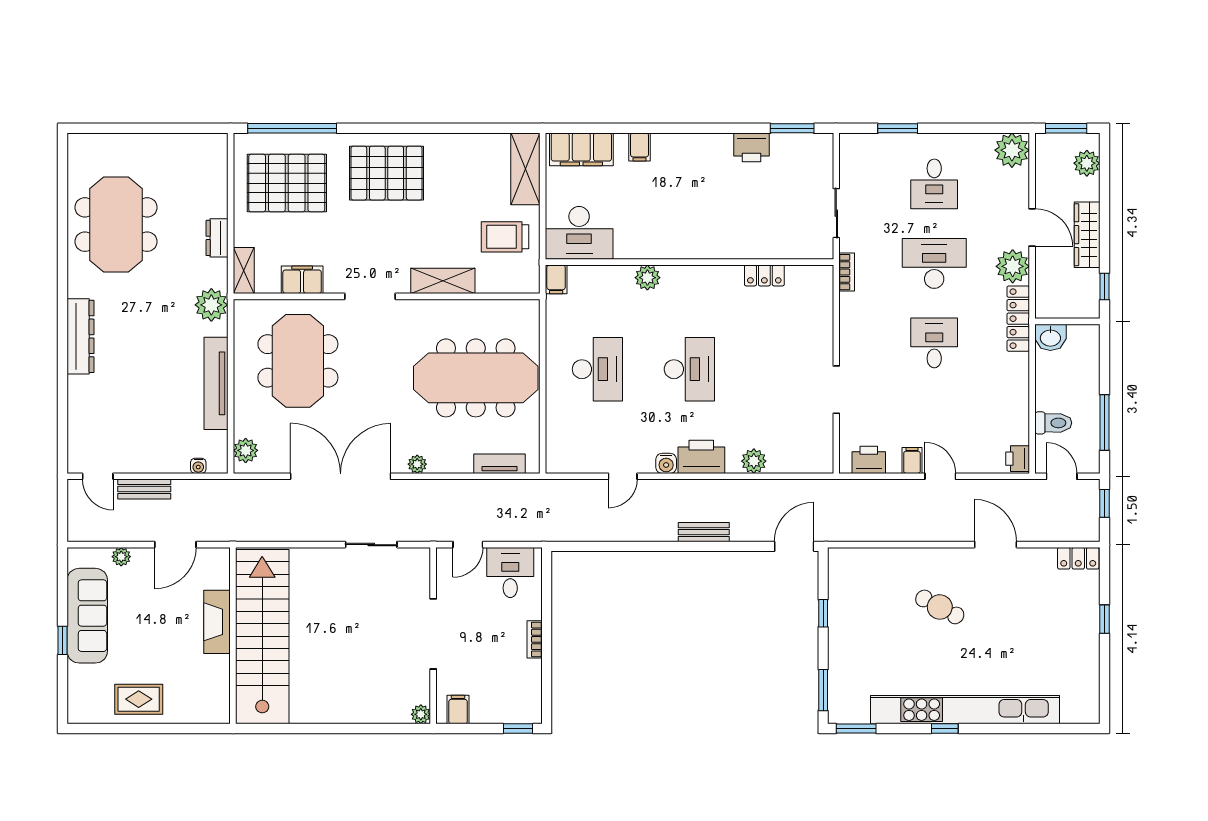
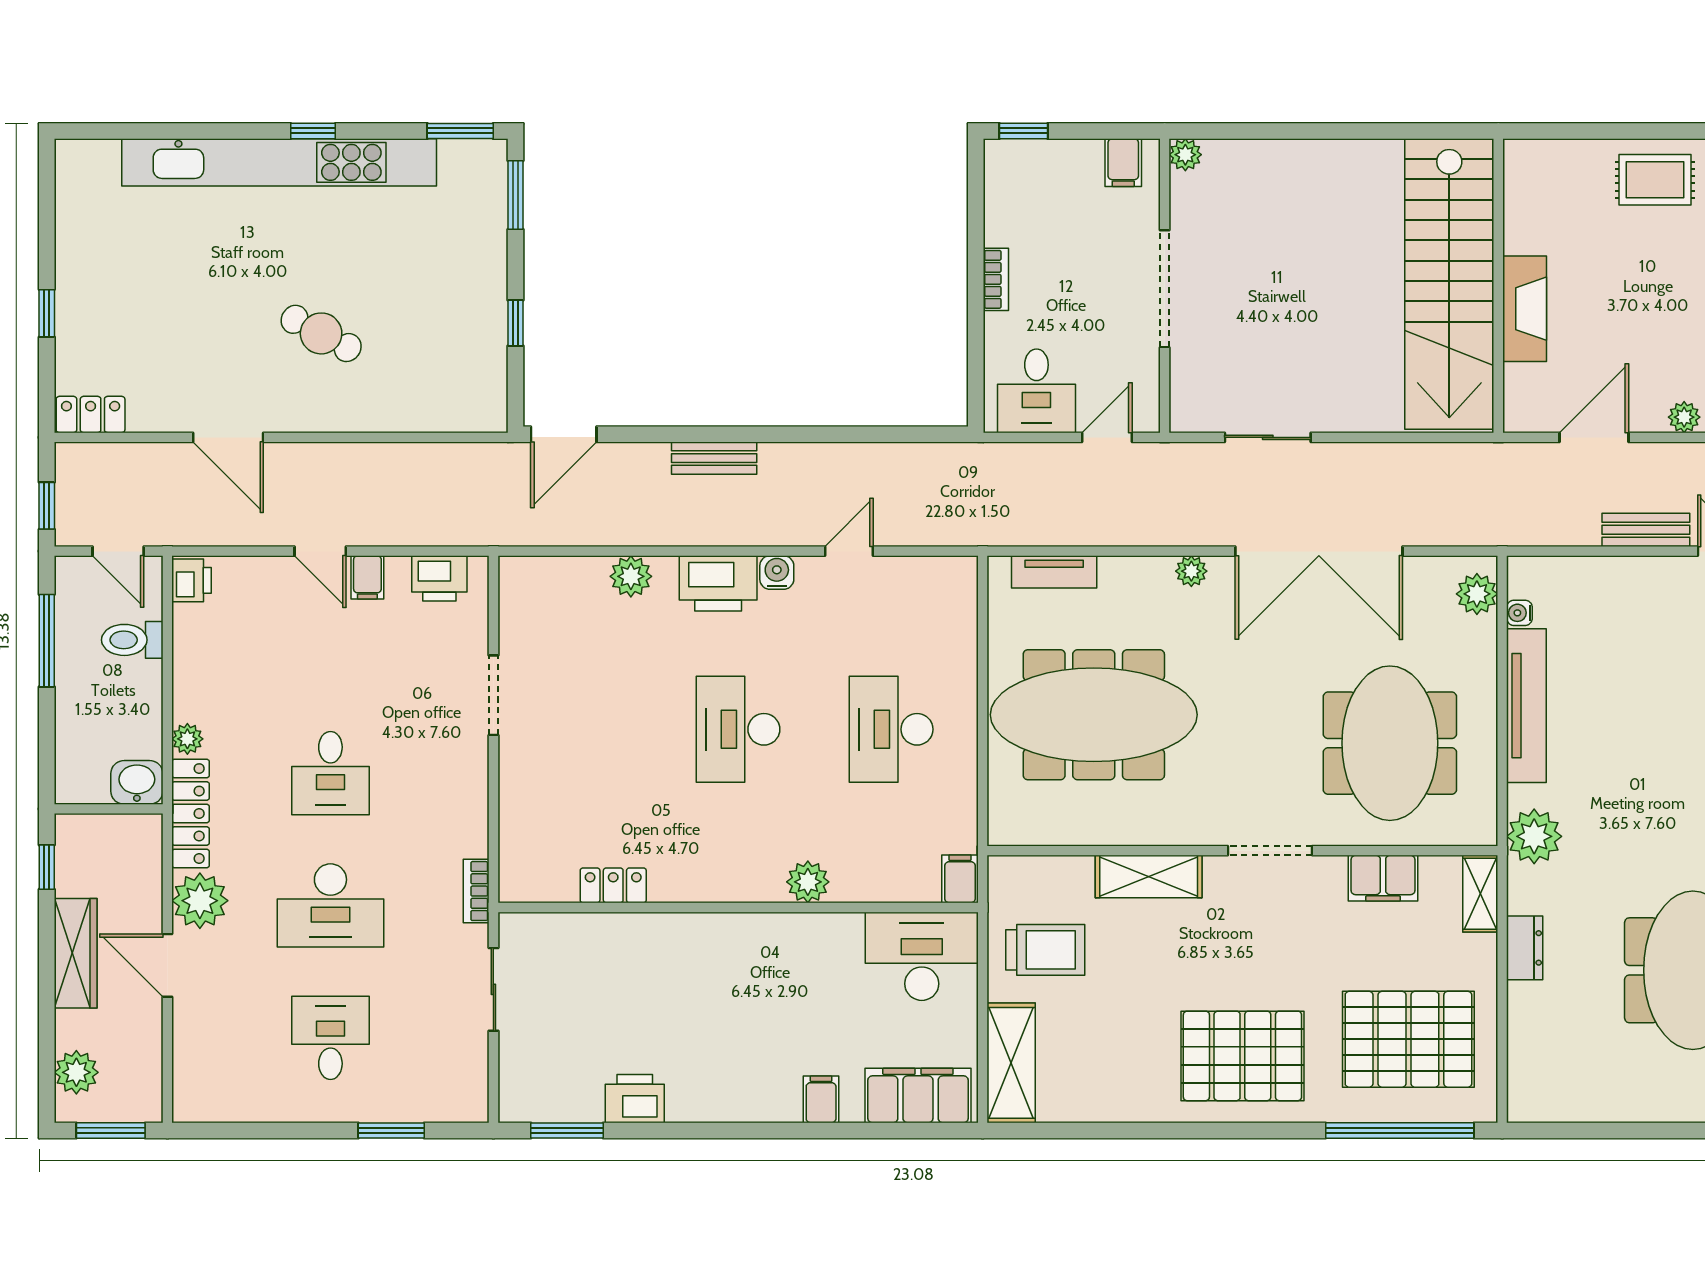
plant: (1012, 150) -> (187, 739), moved, width x0.53, depth x0.53
water cooler: (198, 466) -> (1519, 613), moved, turned -90

